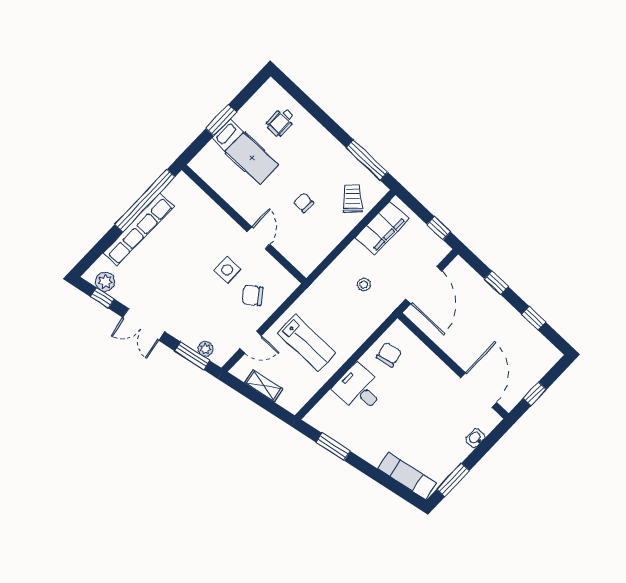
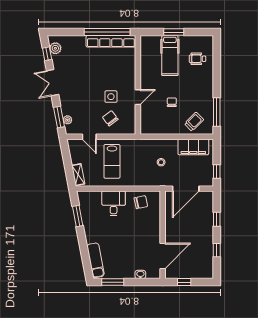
row of seats: (139, 230) -> (111, 41), moved
shelving: (264, 386) -> (78, 175), moved

